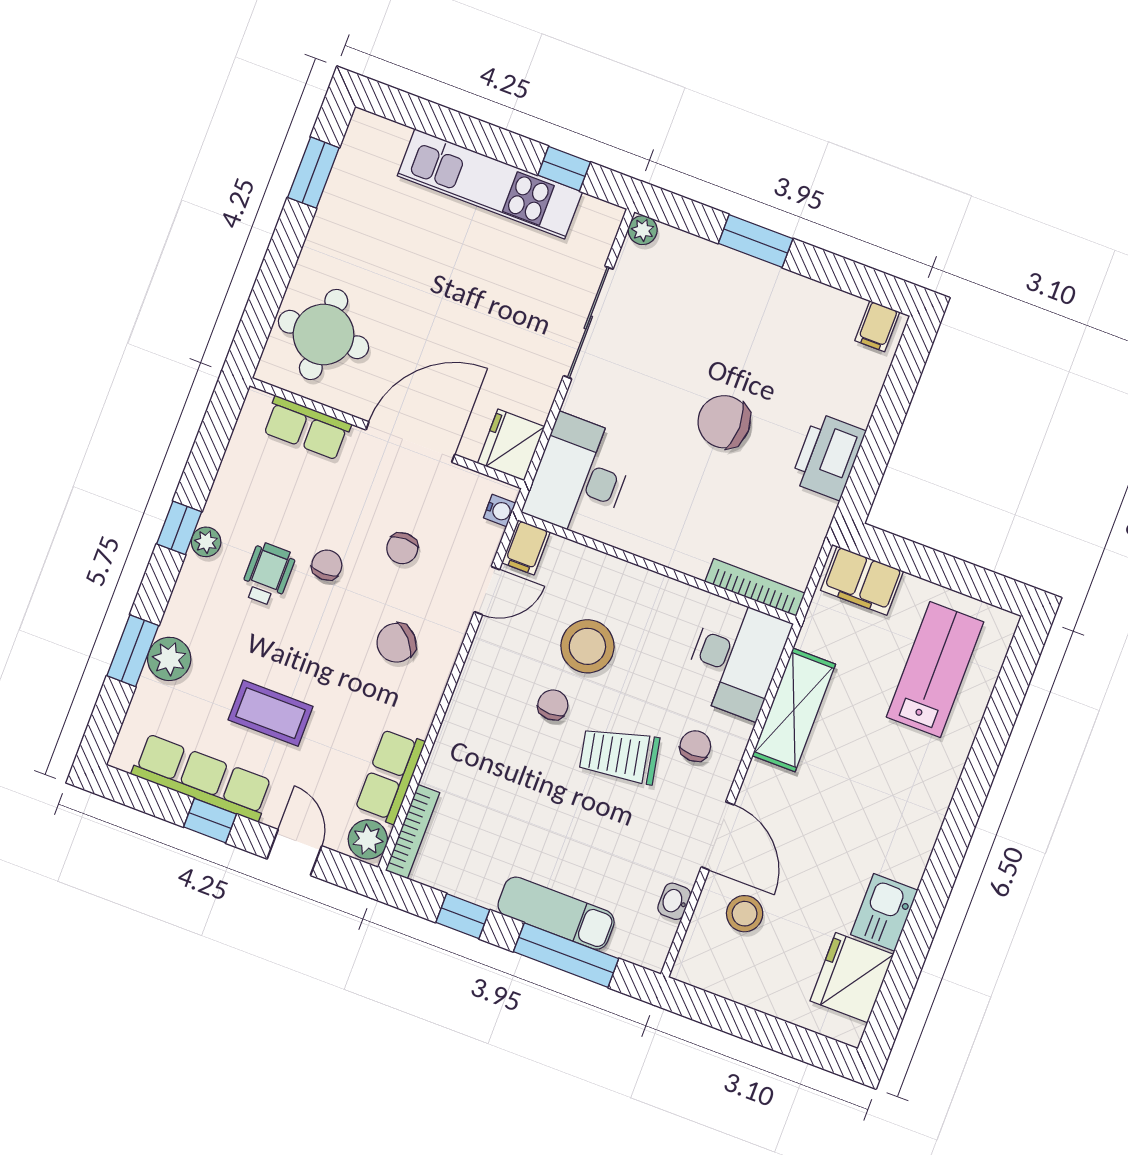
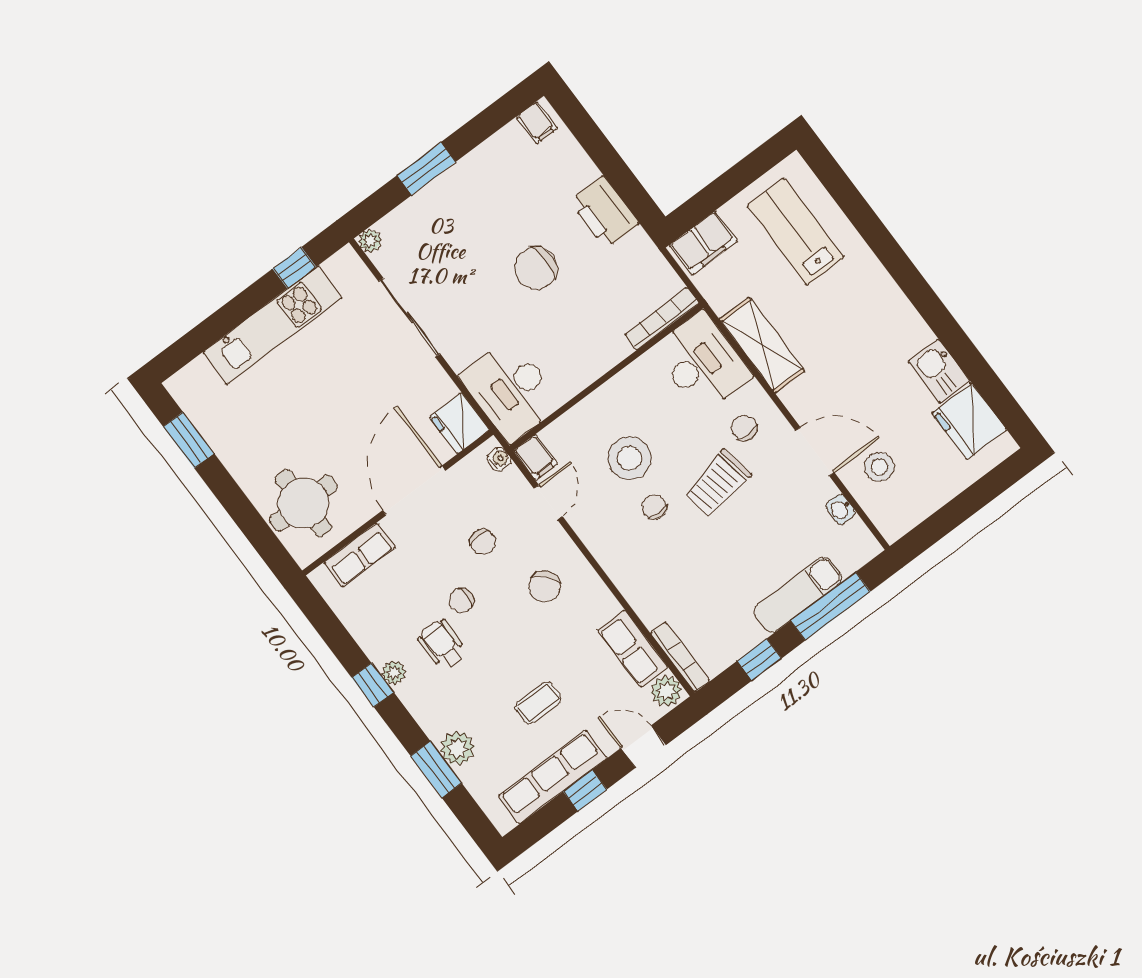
chair: (327, 565) -> (462, 600), turned -90
coffee table: (271, 713) -> (538, 703), width x0.73, depth x0.77

